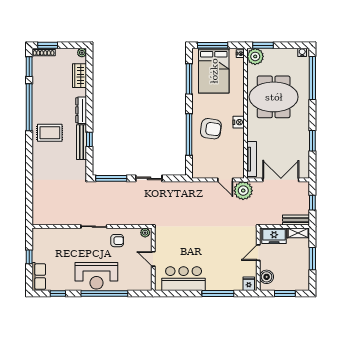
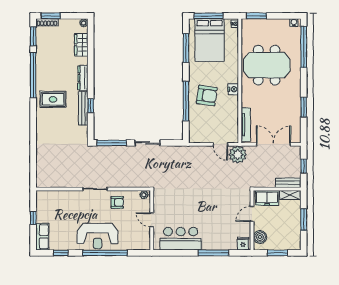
plant: (255, 56) -> (249, 27), removed

